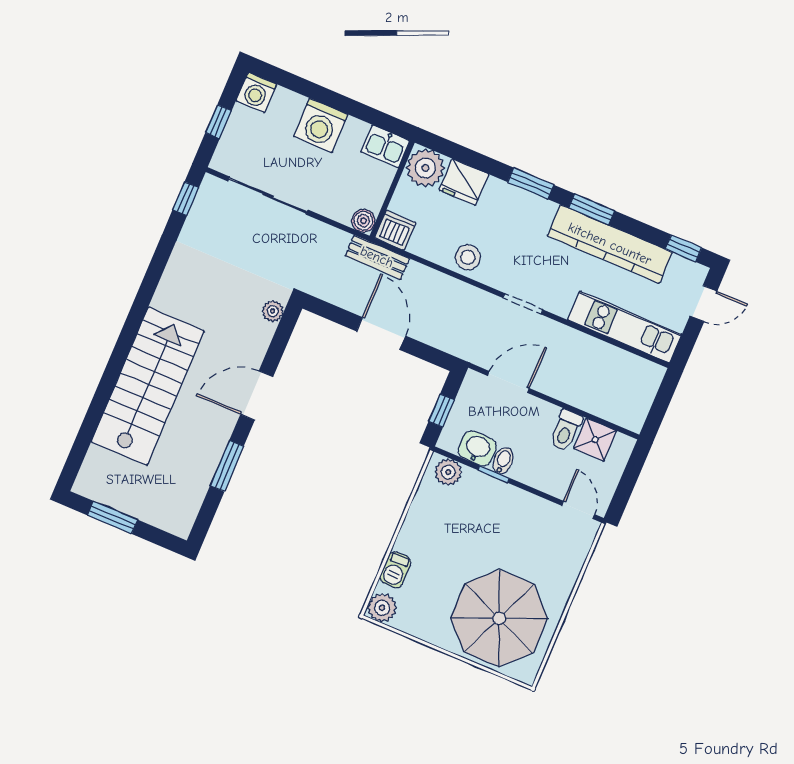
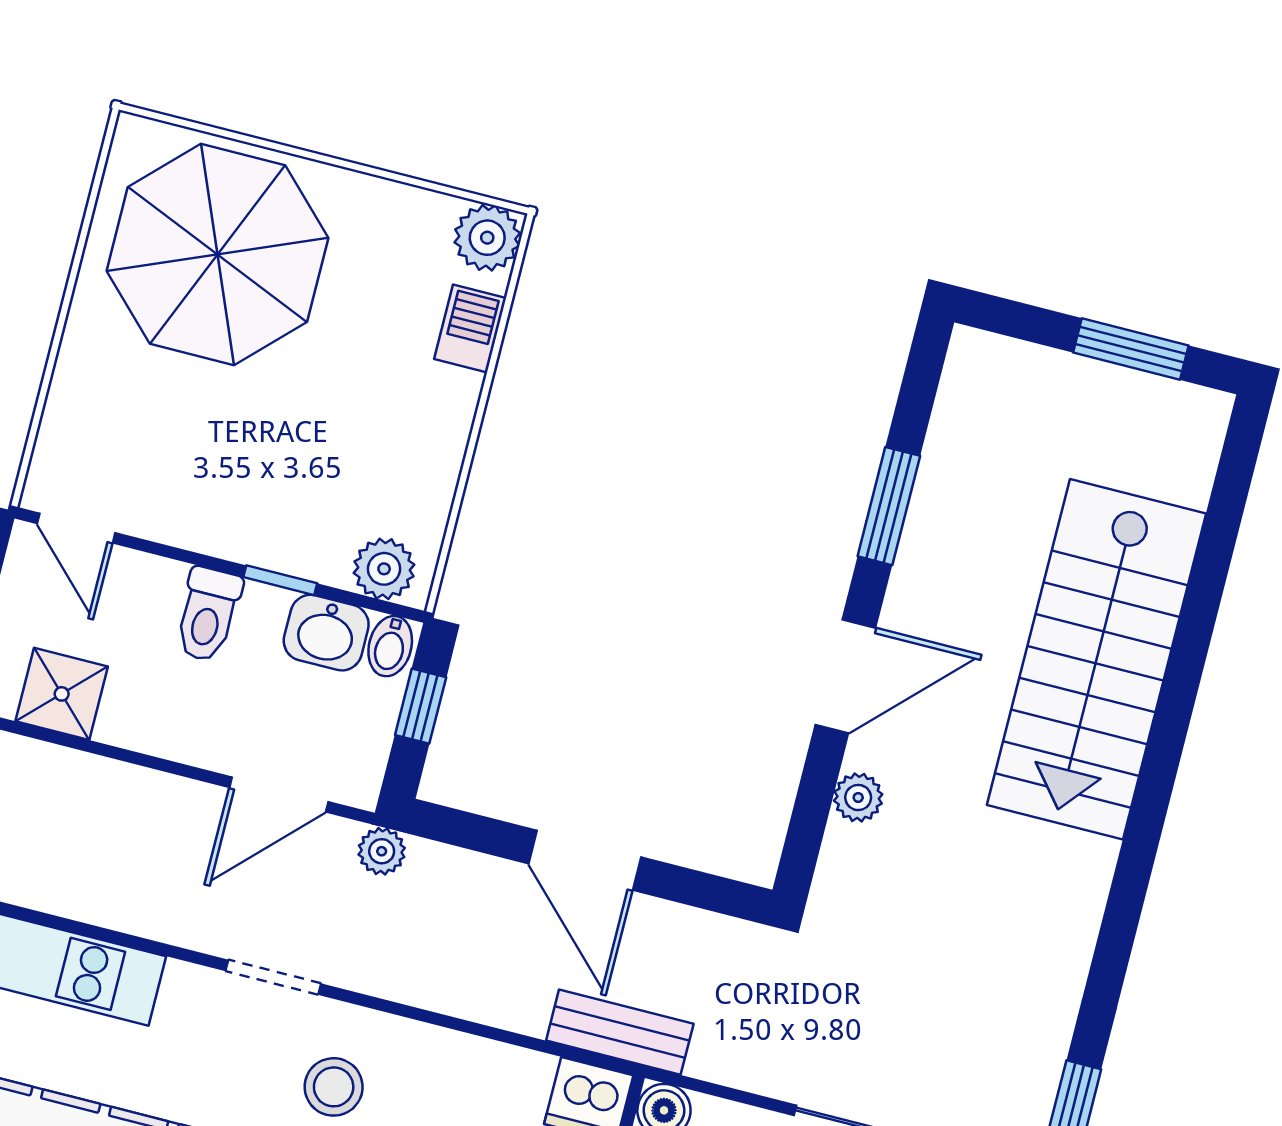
stool: (468, 257) -> (334, 1087), moved
plant: (273, 311) -> (858, 797), moved
plant: (468, 351) -> (382, 851), added
toilet: (566, 430) -> (208, 614), moved, turned 180
bidet: (503, 461) -> (390, 646), moved

